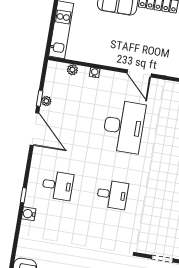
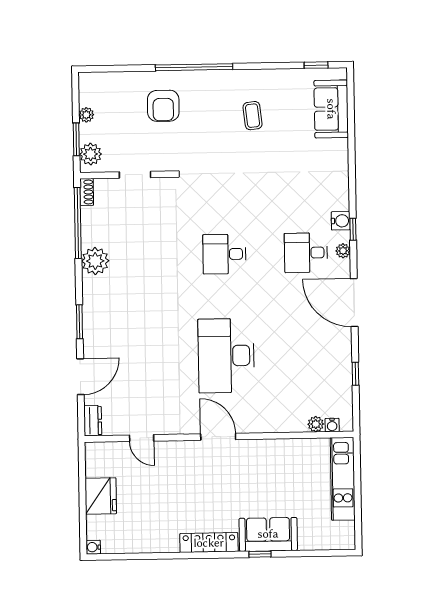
water cooler: (95, 73) -> (332, 425), moved
plant: (46, 101) -> (343, 251), moved
door: (34, 129) -> (354, 303), moved
water cooler: (29, 214) -> (341, 221), moved

